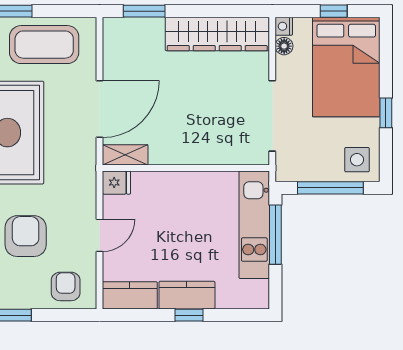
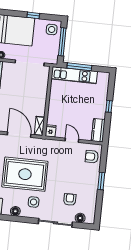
armchair: (26, 236) -> (69, 171), removed
kitchen counter: (187, 295) -> (101, 106), removed

